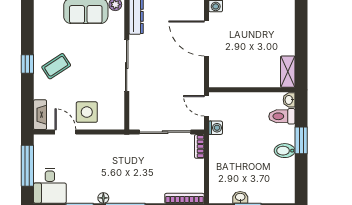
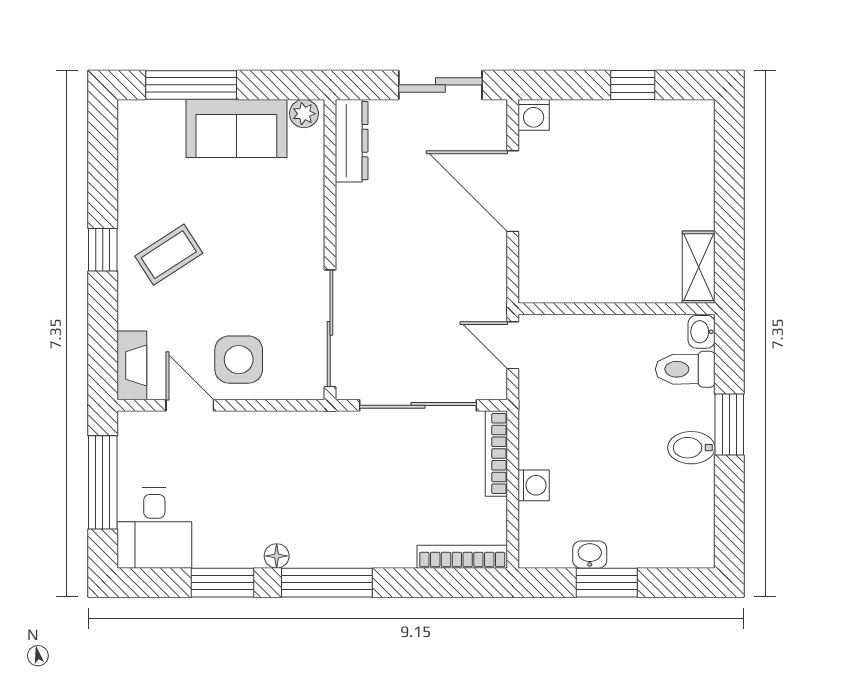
sliding door: (127, 66) -> (330, 328), moved
washing machine: (216, 128) -> (534, 485), moved
bookcase: (199, 146) -> (496, 454), width x1.56

